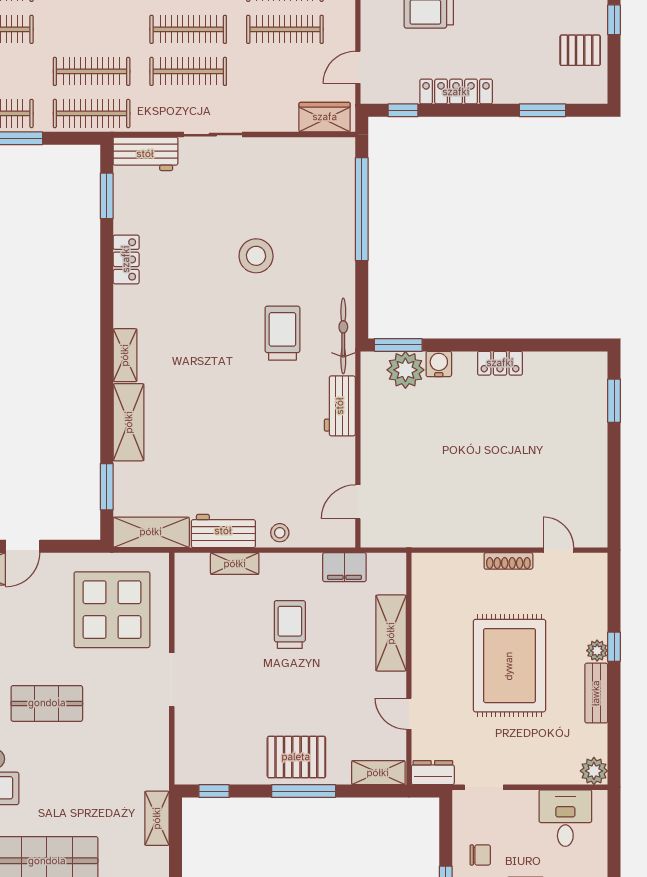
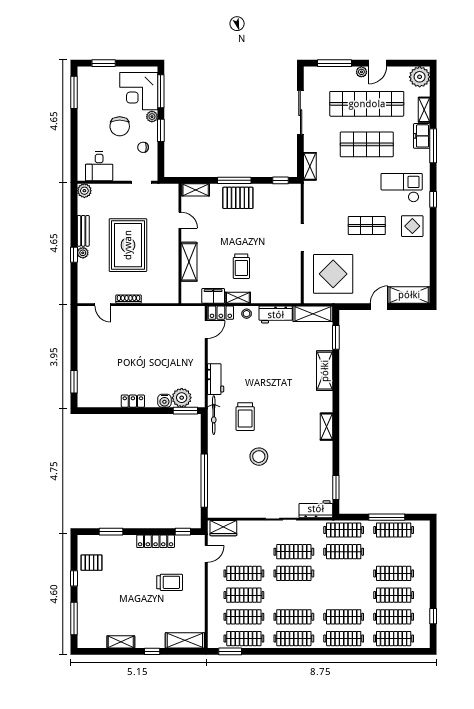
locker: (126, 259) -> (221, 313), moved, turned -90
shelving: (125, 355) -> (326, 427), moved
shelving: (235, 564) -> (238, 298), moved
dresser: (433, 773) -> (168, 190), removed

